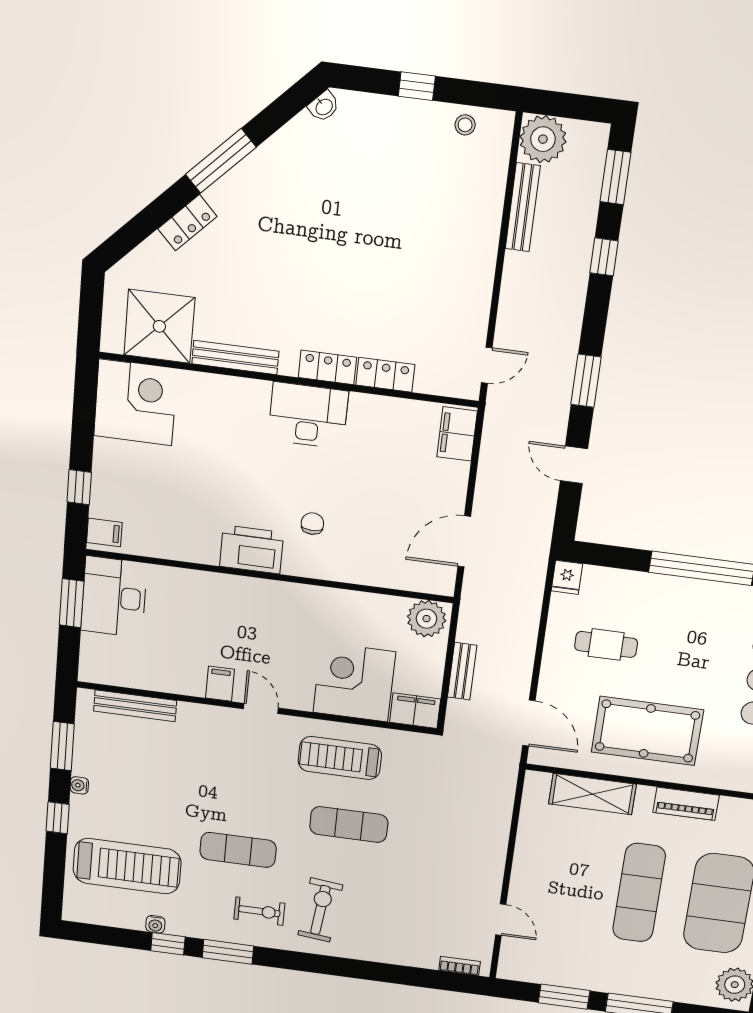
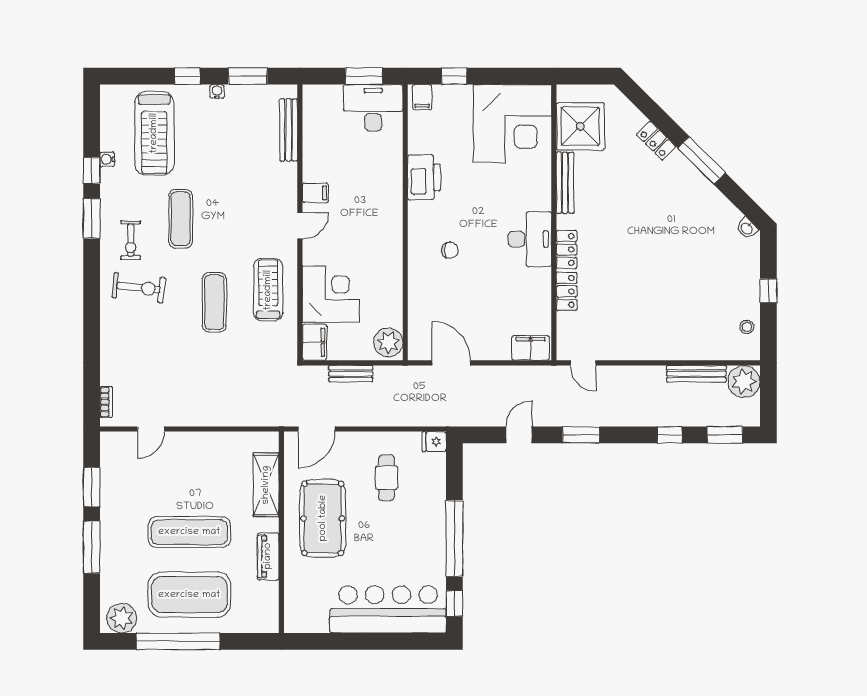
corner desk: (135, 402) -> (513, 123), width x1.36, depth x1.36
printer: (252, 549) -> (424, 177), moved

